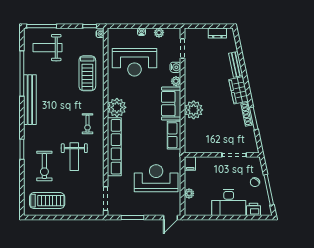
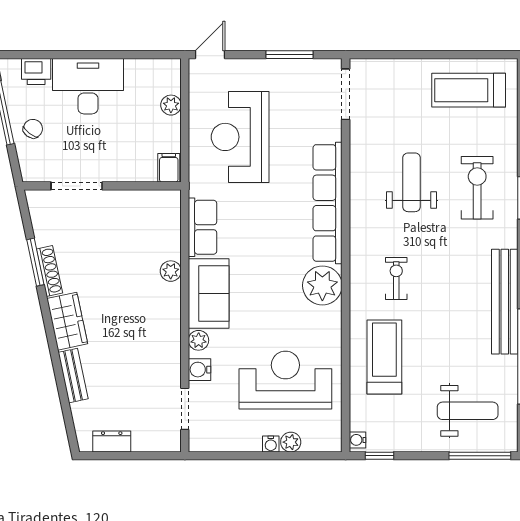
plant: (159, 33) -> (291, 442), moved
plant: (194, 110) -> (171, 271), width x0.53, depth x0.53
exercise bike: (87, 124) -> (396, 279), moved
exercise bike: (44, 166) -> (477, 188), moved
reception desk: (156, 178) -> (240, 137), turned 90

